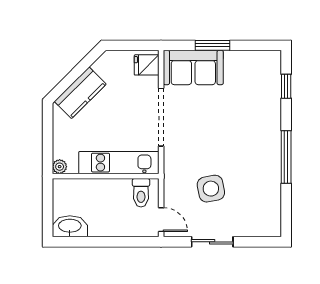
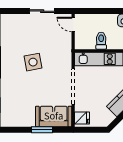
side table: (211, 189) -> (33, 62), moved
toilet: (141, 193) -> (101, 41), moved

